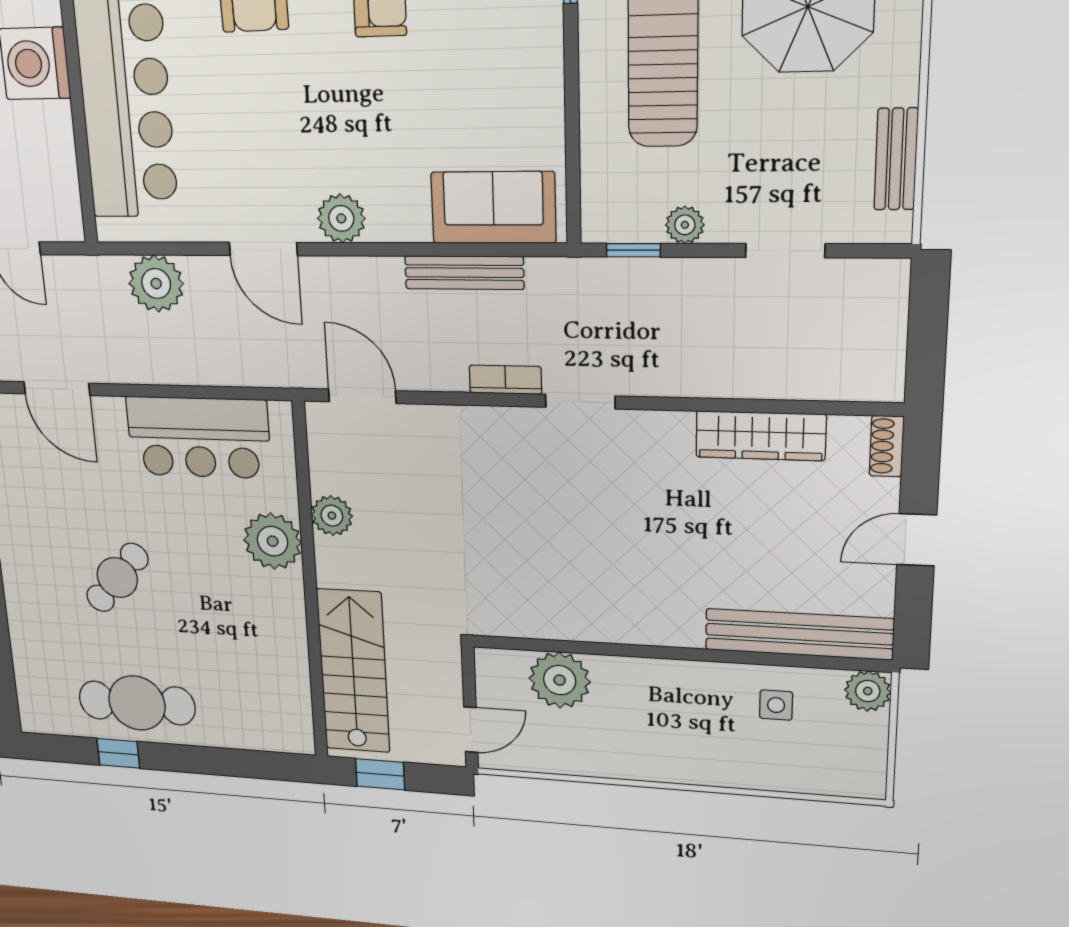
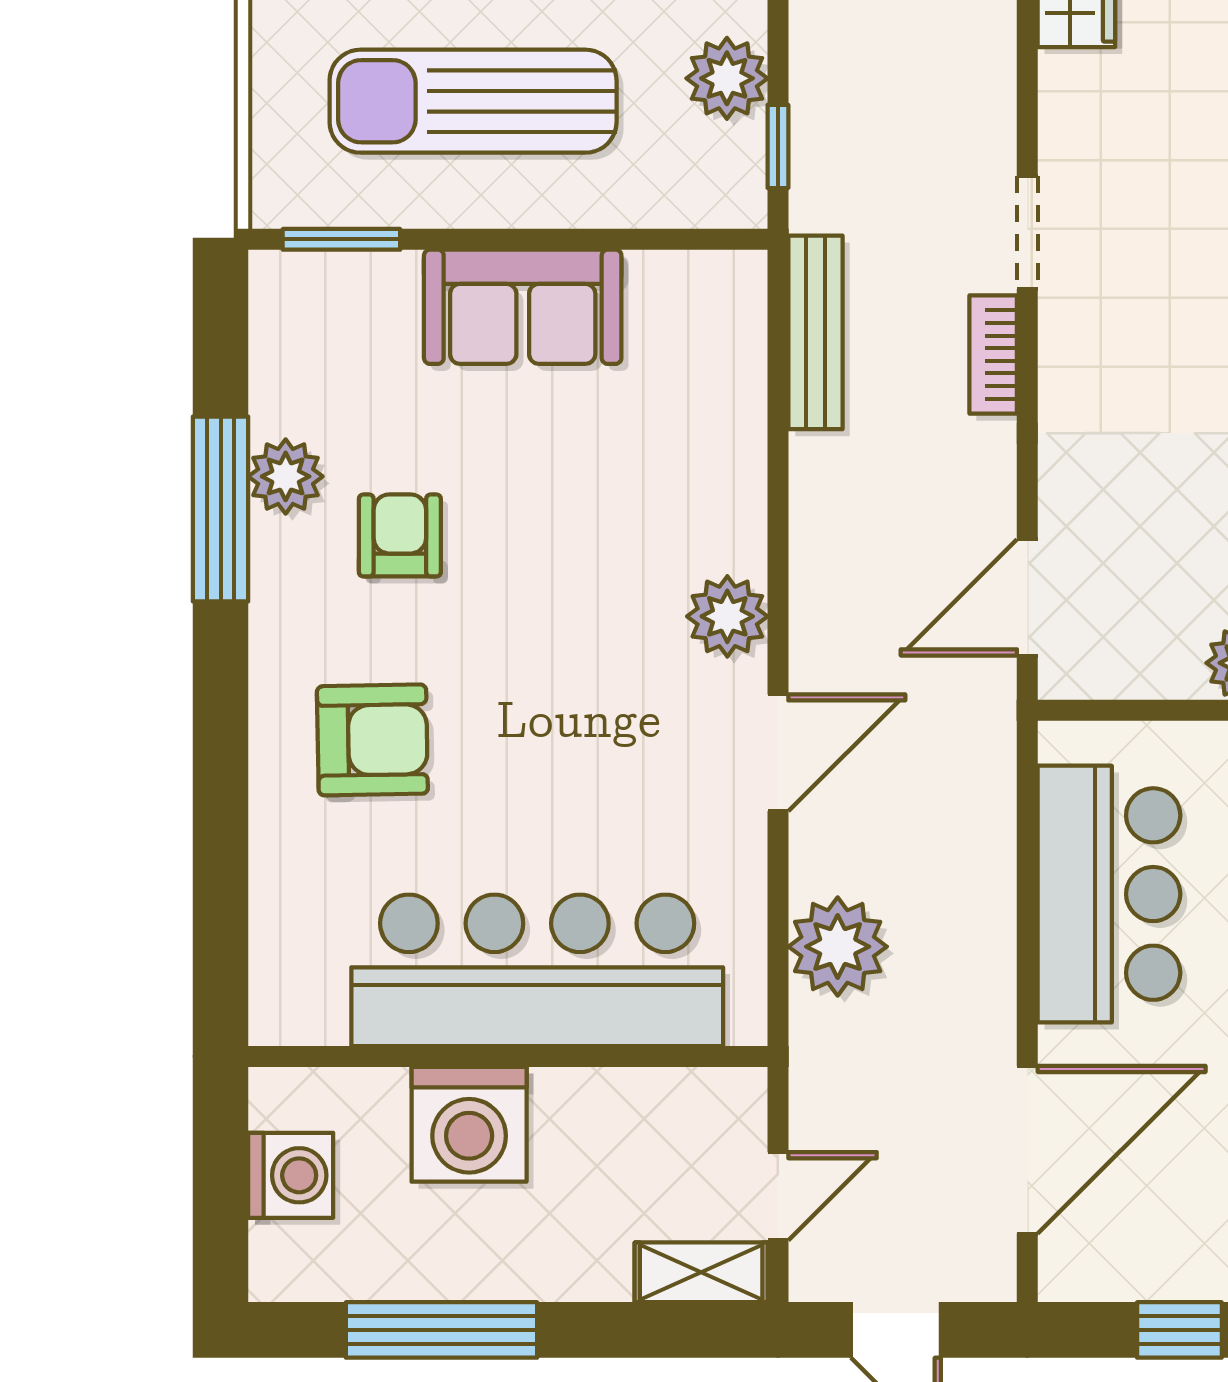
sofa: (493, 208) -> (523, 307), moved, turned -90
plant: (685, 225) -> (727, 78), width x1.38, depth x1.38
bench: (464, 273) -> (815, 332), moved
door: (57, 389) -> (1027, 1150), width x1.36

